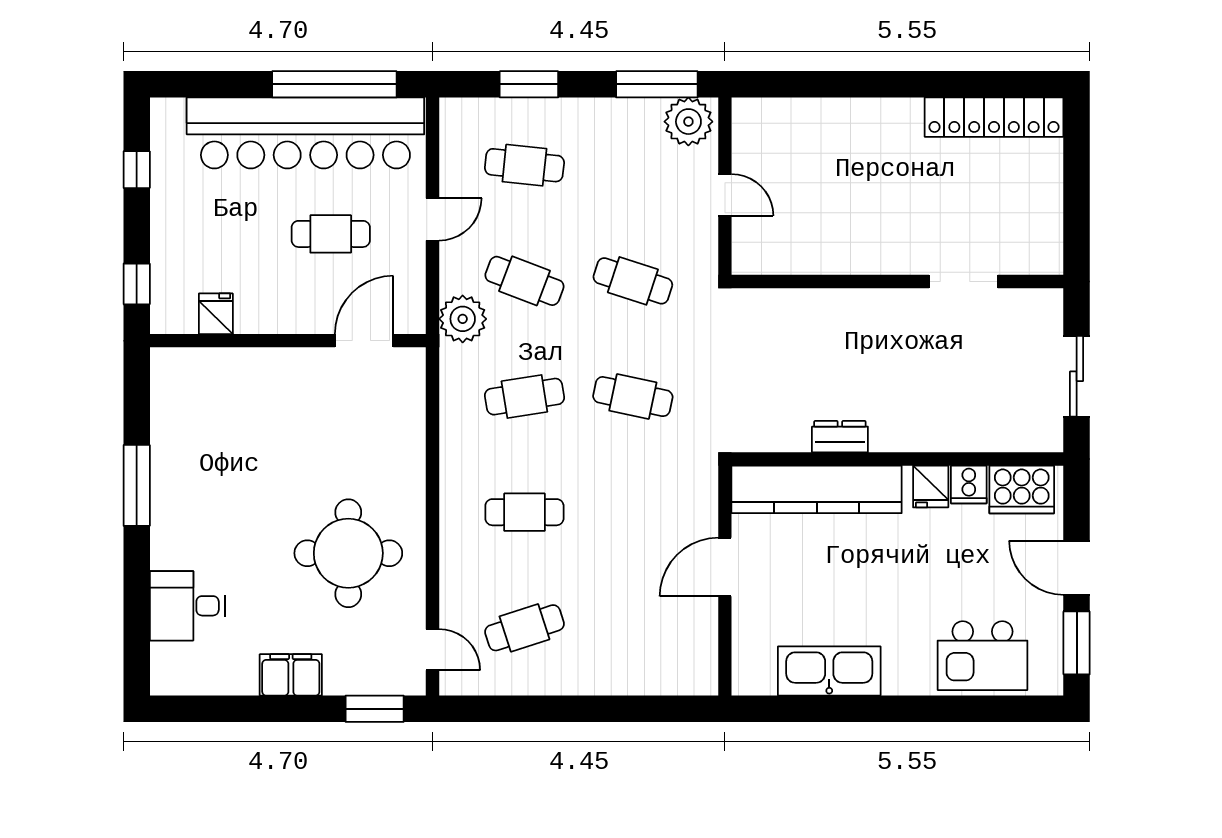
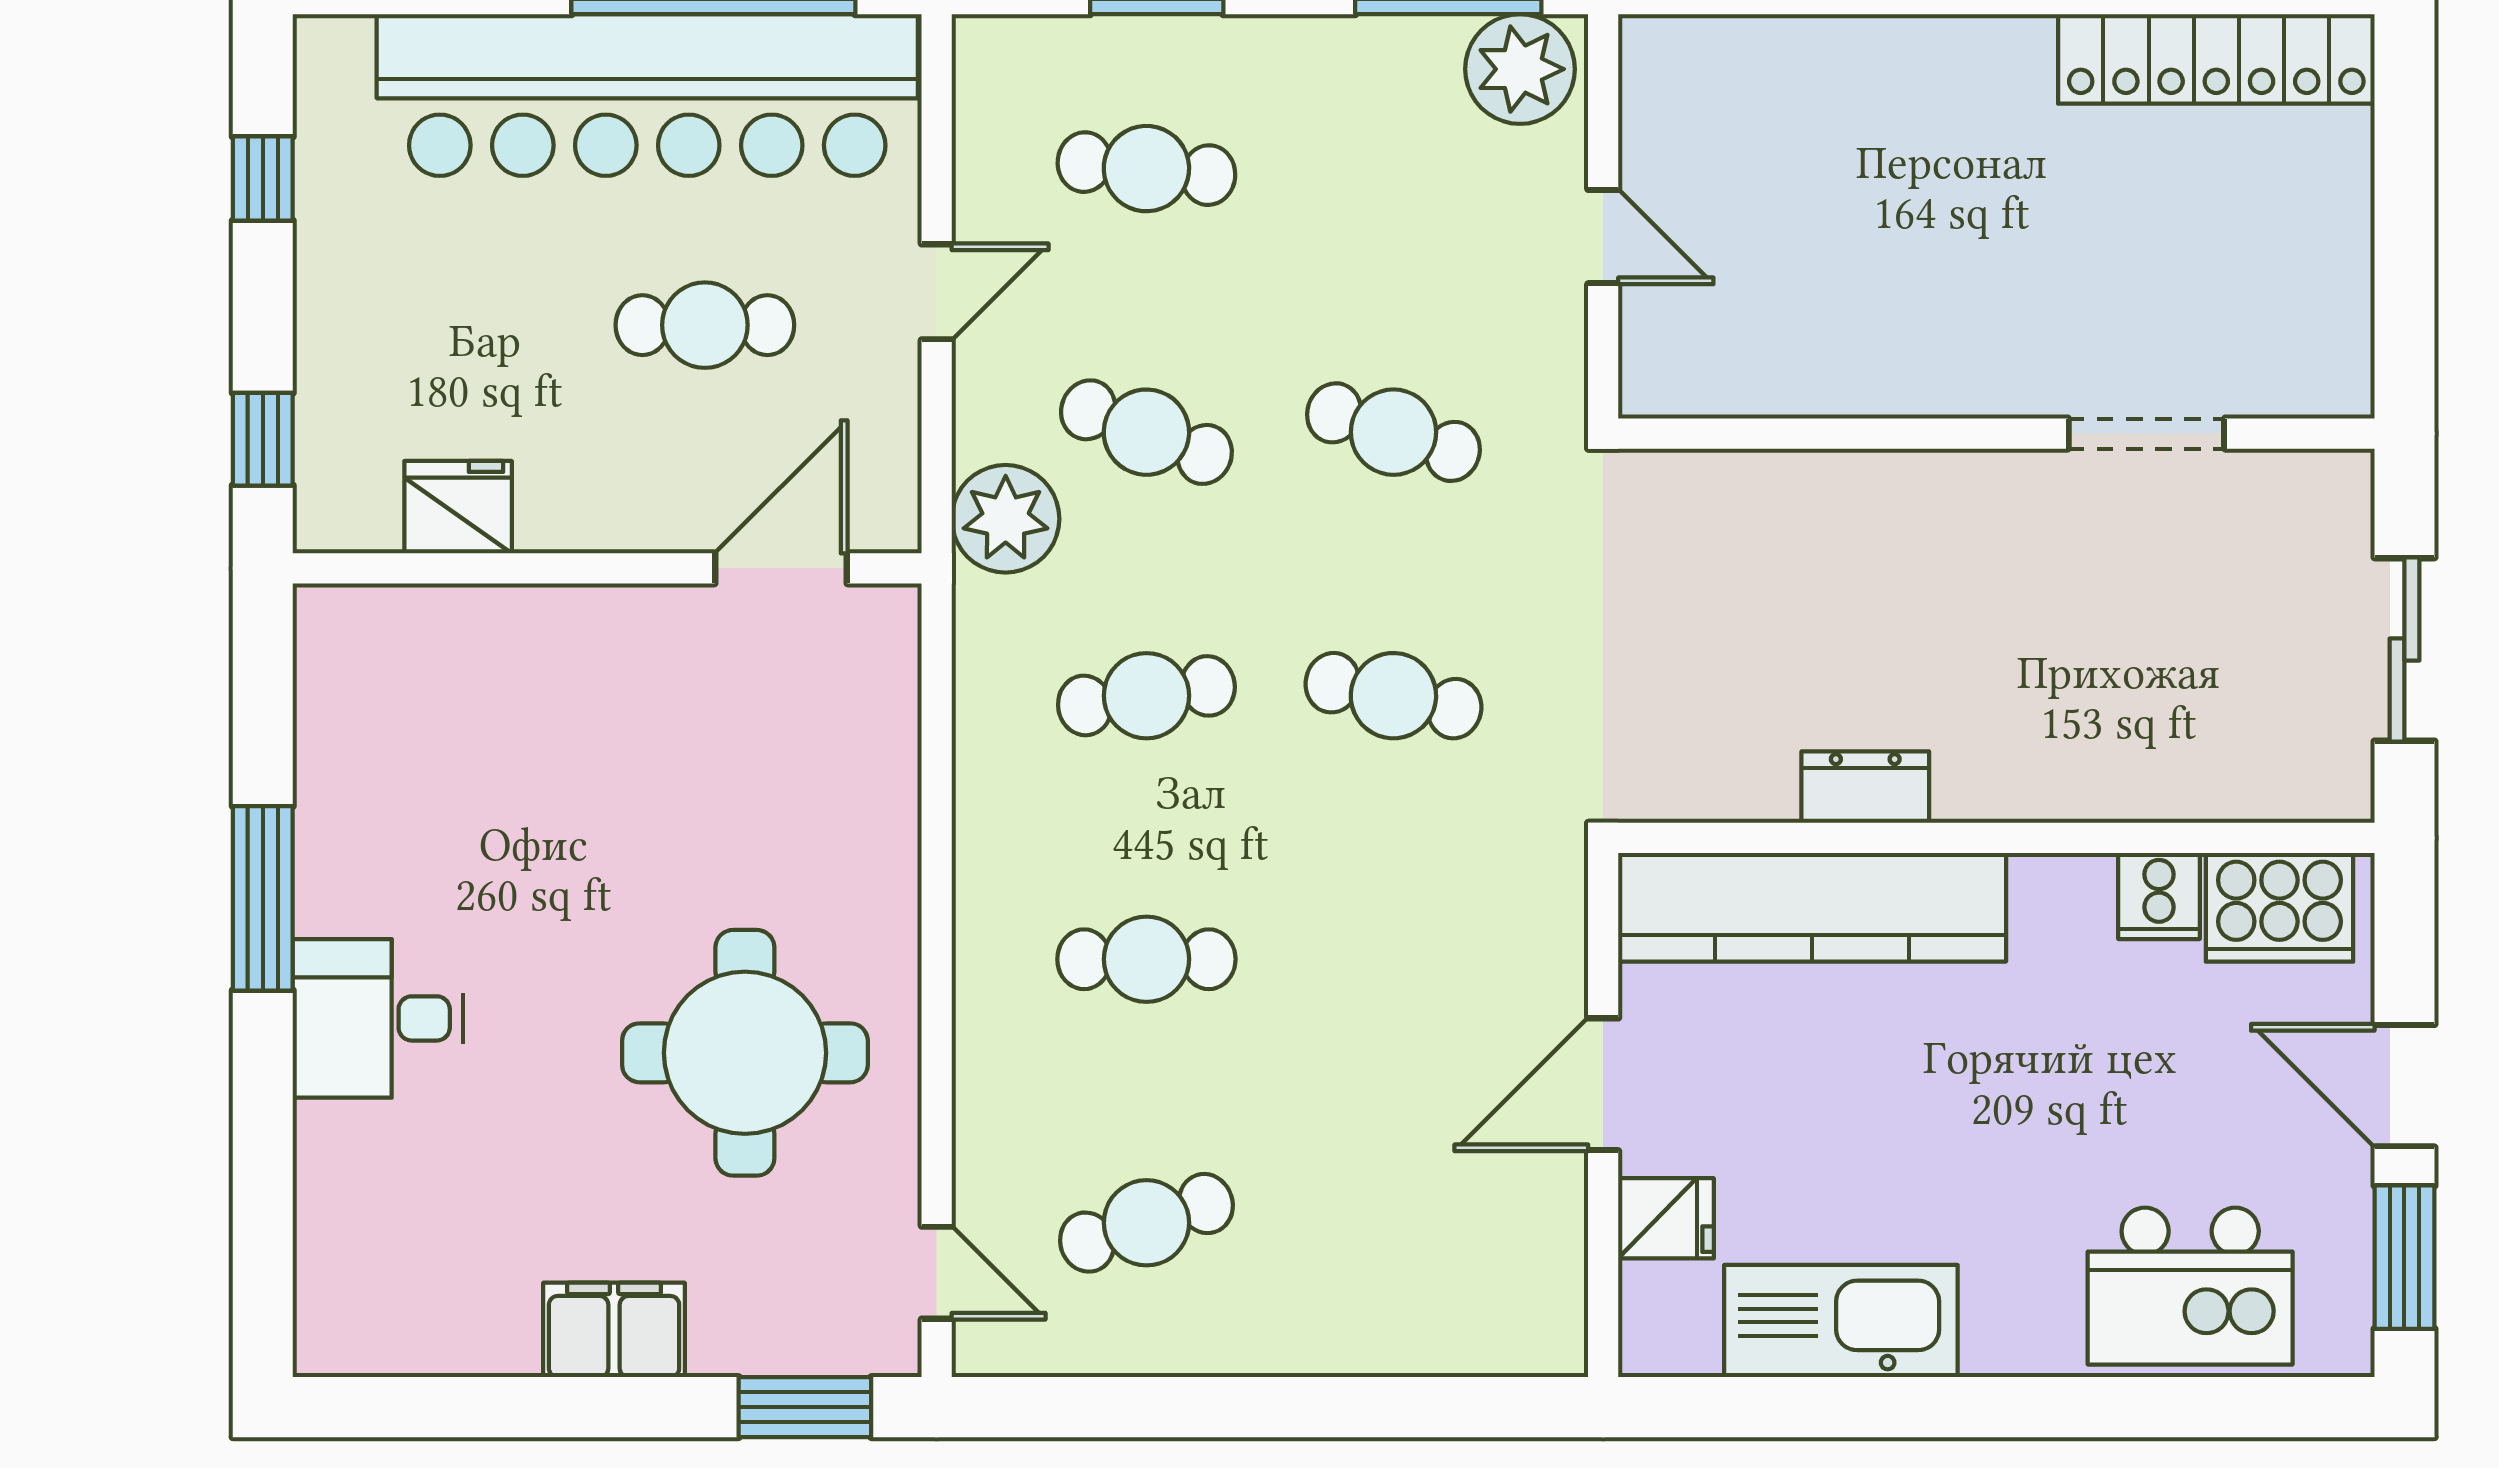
fridge: (216, 314) -> (458, 507), width x1.38
fridge: (931, 487) -> (1666, 1218), moved, turned -90
desk: (187, 606) -> (378, 1018), moved

